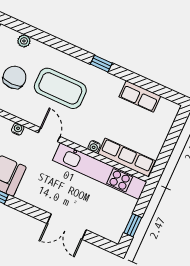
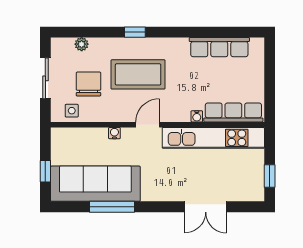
window: (101, 64) -> (135, 32), moved
row of seats: (140, 96) -> (219, 47), width x1.48
door: (49, 135) -> (148, 125), hinge flipped

